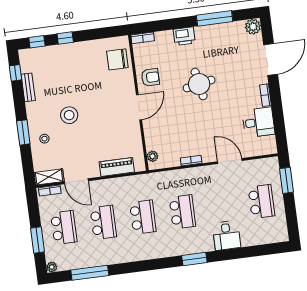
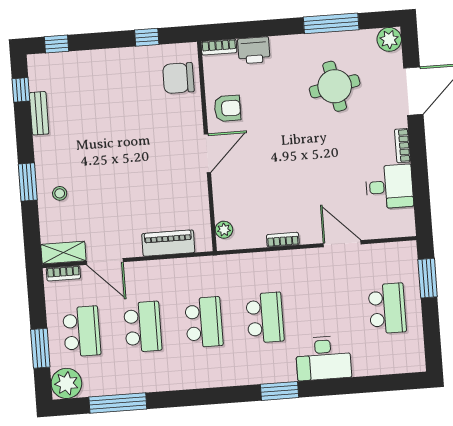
printer: (184, 36) -> (254, 50), moved
window: (65, 38) -> (147, 37), moved
round table: (199, 84) -> (335, 86), moved
stool: (69, 115) -> (100, 159), removed
desk: (226, 235) -> (323, 358), width x1.37
plant: (52, 267) -> (66, 383), width x1.88, depth x1.88

